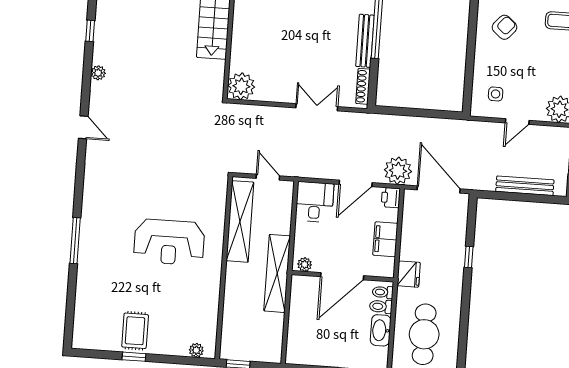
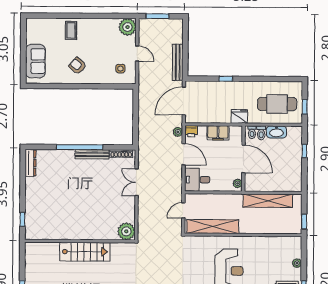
plant: (398, 171) -> (178, 132), width x0.53, depth x0.53
bench: (525, 186) -> (178, 62), moved
shelving: (277, 273) -> (268, 201), moved
plant: (196, 350) -> (297, 263), moved

